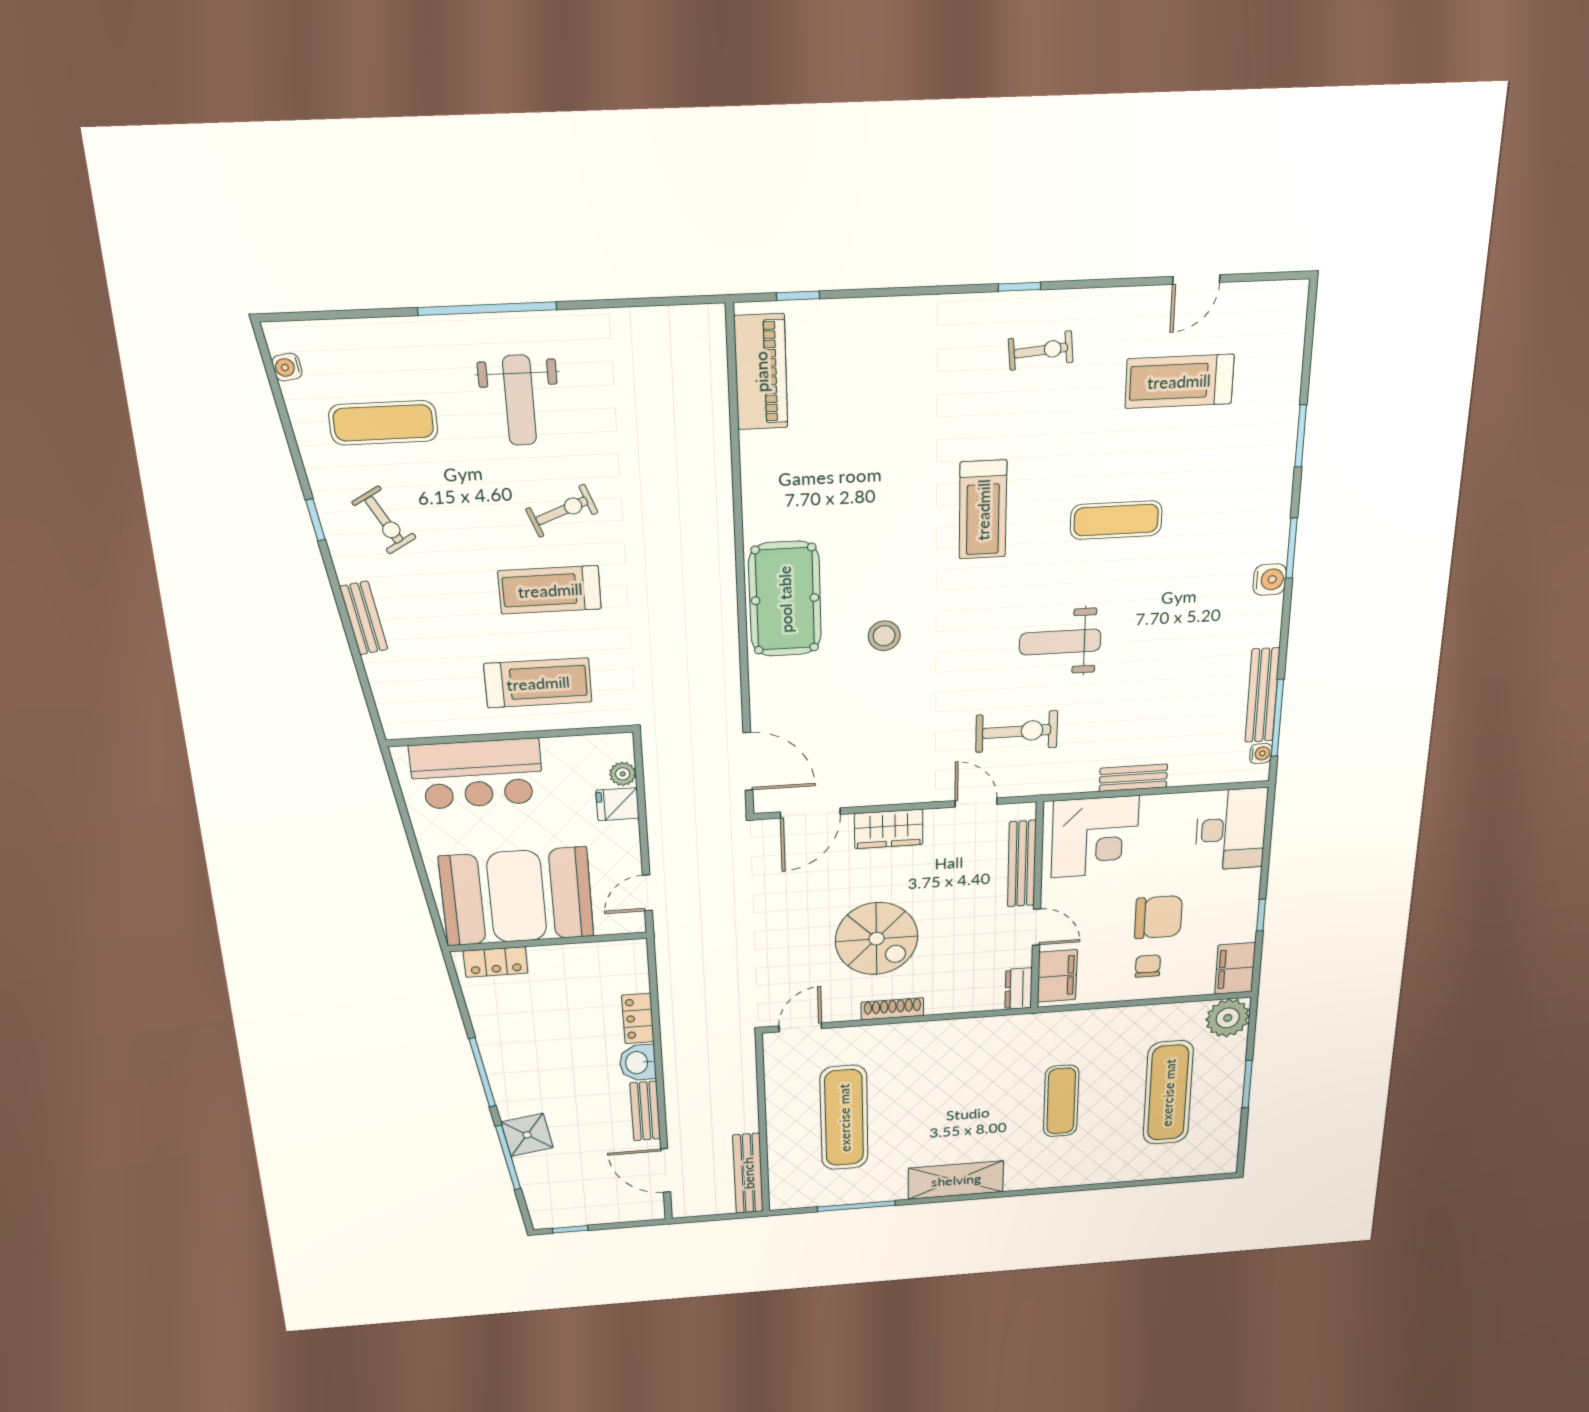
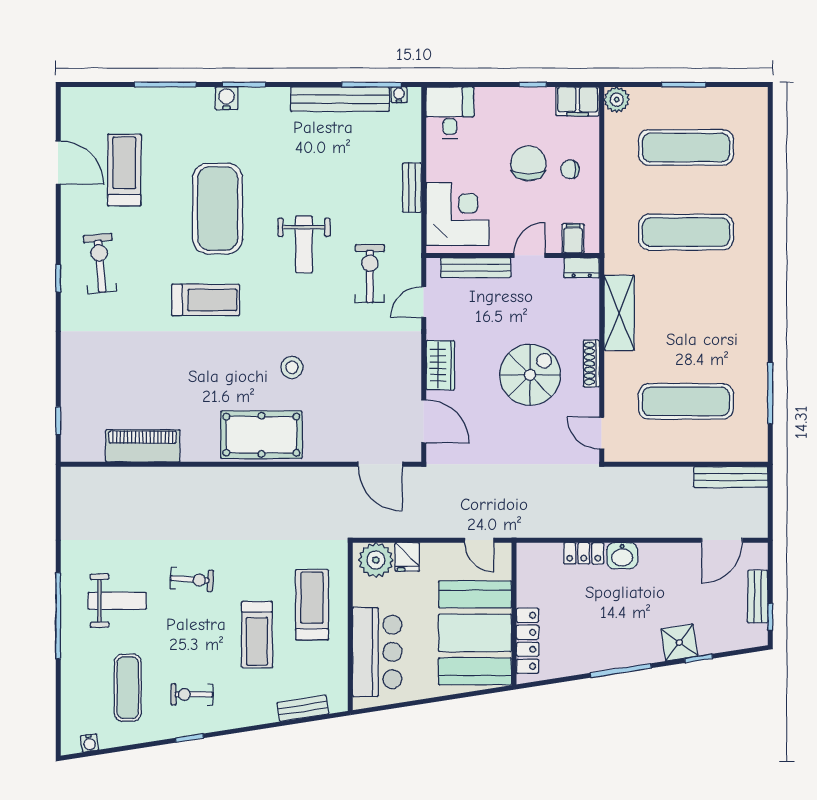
door: (1196, 279) -> (58, 163), width x1.38
exercise bike: (1041, 350) -> (100, 263), width x1.38, depth x1.39
piano: (761, 372) -> (143, 446), moved
treadmill: (1179, 381) -> (124, 170), turned 180
window: (1301, 436) -> (165, 85), width x1.44
exercise bike: (562, 511) -> (192, 580), turned 115
exercise bike: (384, 520) -> (192, 694), turned -151
exercise mat: (1116, 520) -> (218, 209), width x2.00, depth x1.45
water cooler: (1270, 580) -> (227, 98), moved
treadmill: (550, 590) -> (257, 635), moved
bench: (364, 618) -> (303, 708), moved
bench: (1262, 695) -> (340, 99), width x1.37, depth x1.21
door: (748, 761) -> (380, 464), swing flipped
plant: (623, 774) -> (376, 560), width x1.88, depth x1.88
desk: (1231, 829) -> (450, 113), width x0.73
locker: (496, 962) -> (528, 641), width x1.53
filing cabinet: (1057, 976) -> (573, 238), width x0.50
plant: (1228, 1018) -> (617, 100), width x0.73, depth x0.73
exercise mat: (1061, 1101) -> (686, 232), width x1.36, depth x1.45
bench: (645, 1111) -> (758, 597), moved, turned 90
window: (508, 1158) -> (699, 658), width x0.46
shelving: (956, 1180) -> (619, 313), moved

